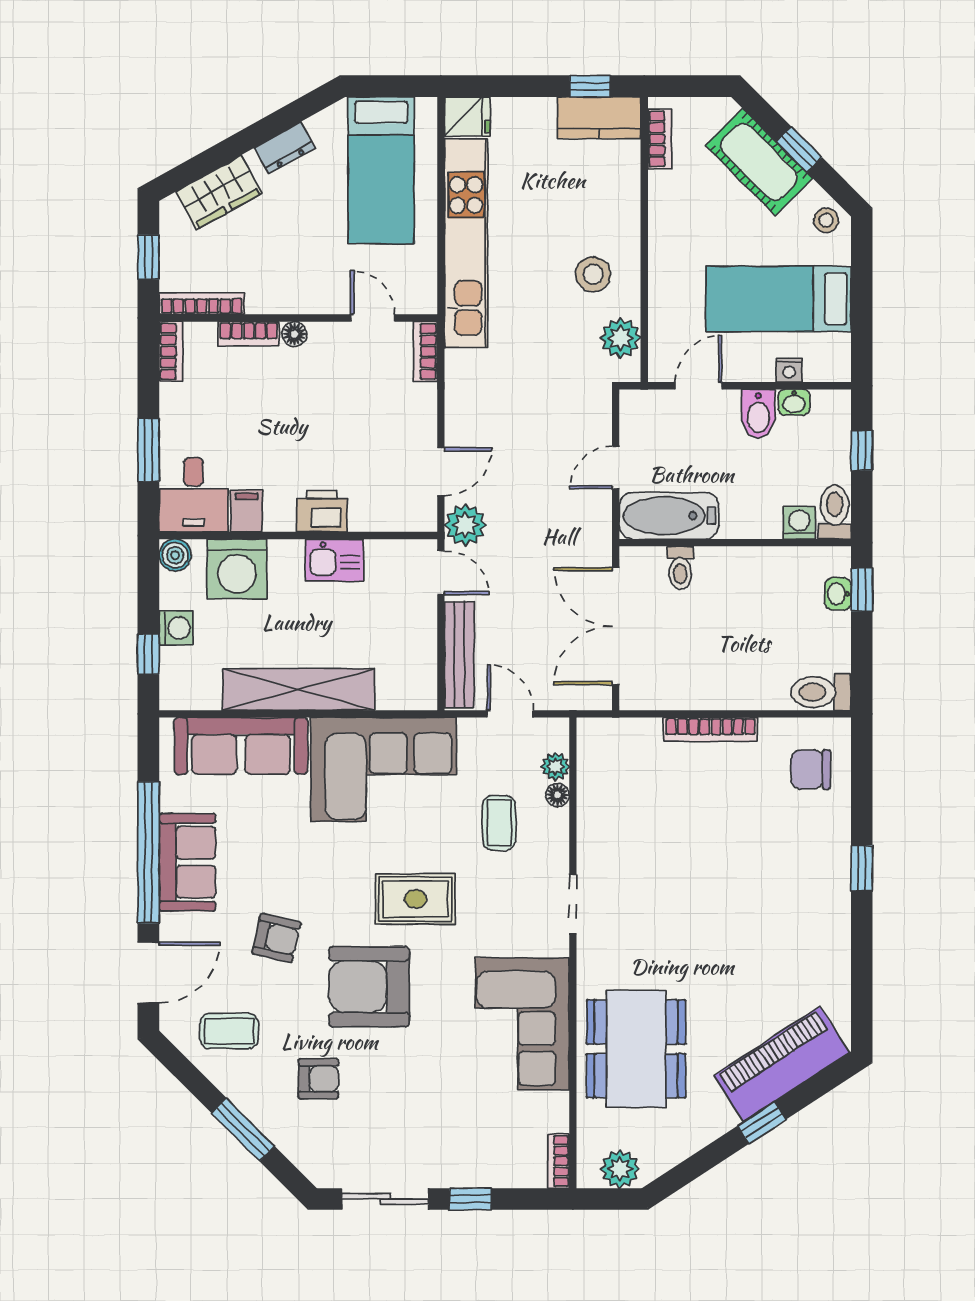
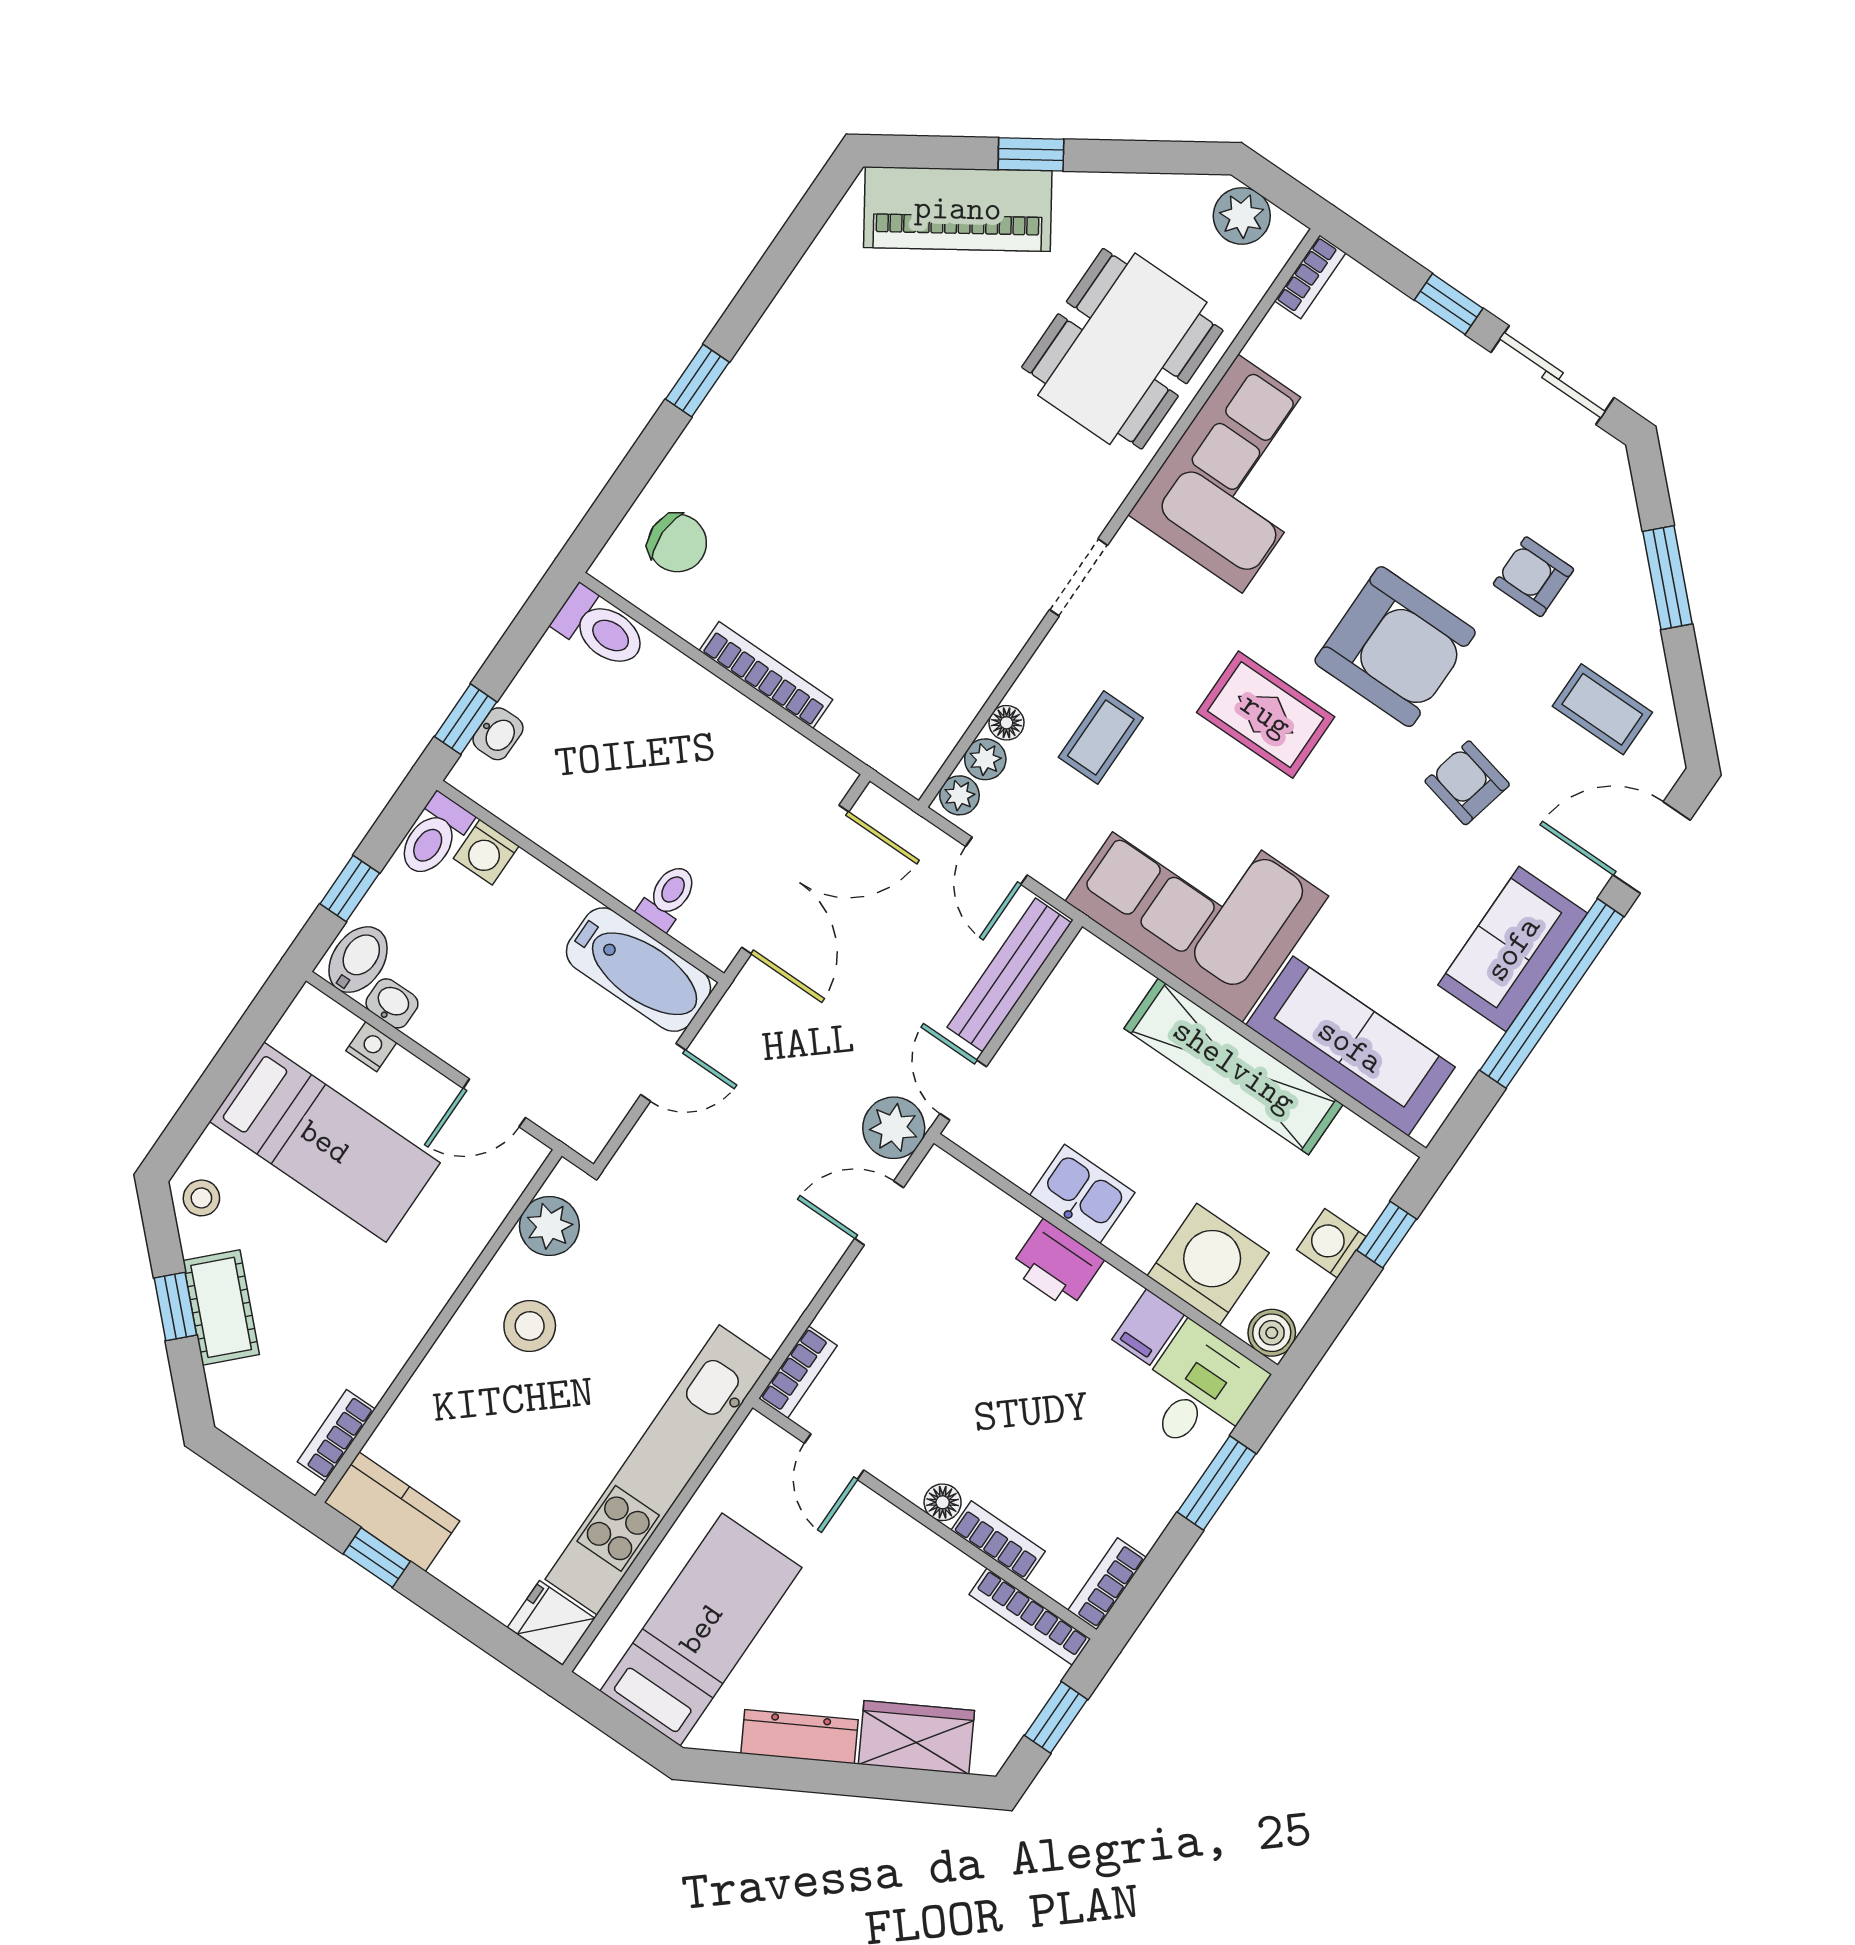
dresser: (285, 148) -> (800, 1737), width x1.44
cot: (759, 162) -> (221, 1307), width x0.73, depth x0.75
bidet: (758, 414) -> (358, 960), moved
plant: (556, 736) -> (959, 795), added

